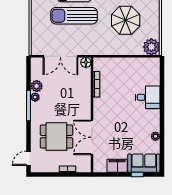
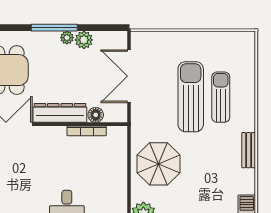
parasol: (126, 20) -> (159, 164), moved
floor lamp: (86, 62) -> (96, 115), moved
dresser: (85, 102) -> (60, 113), added

